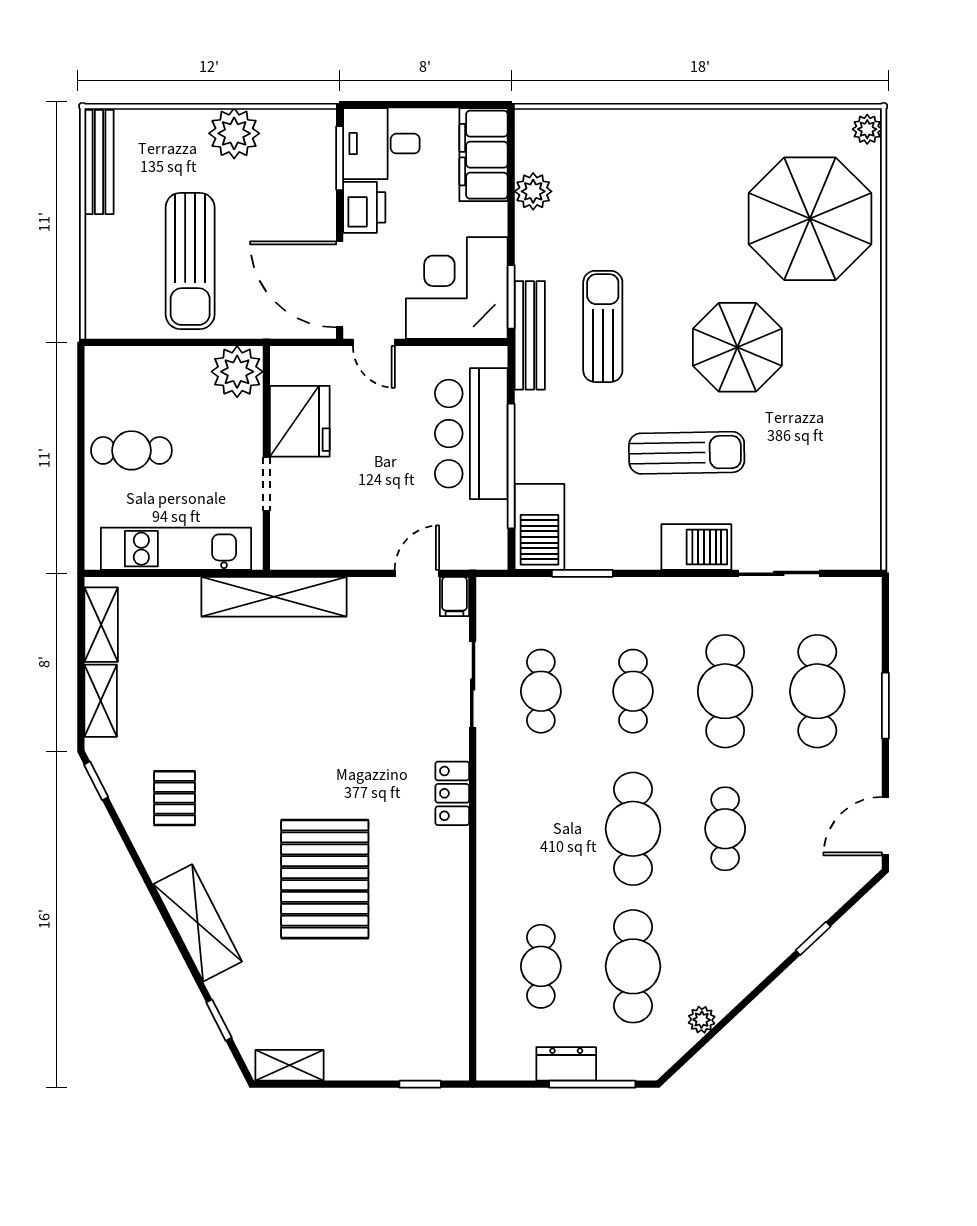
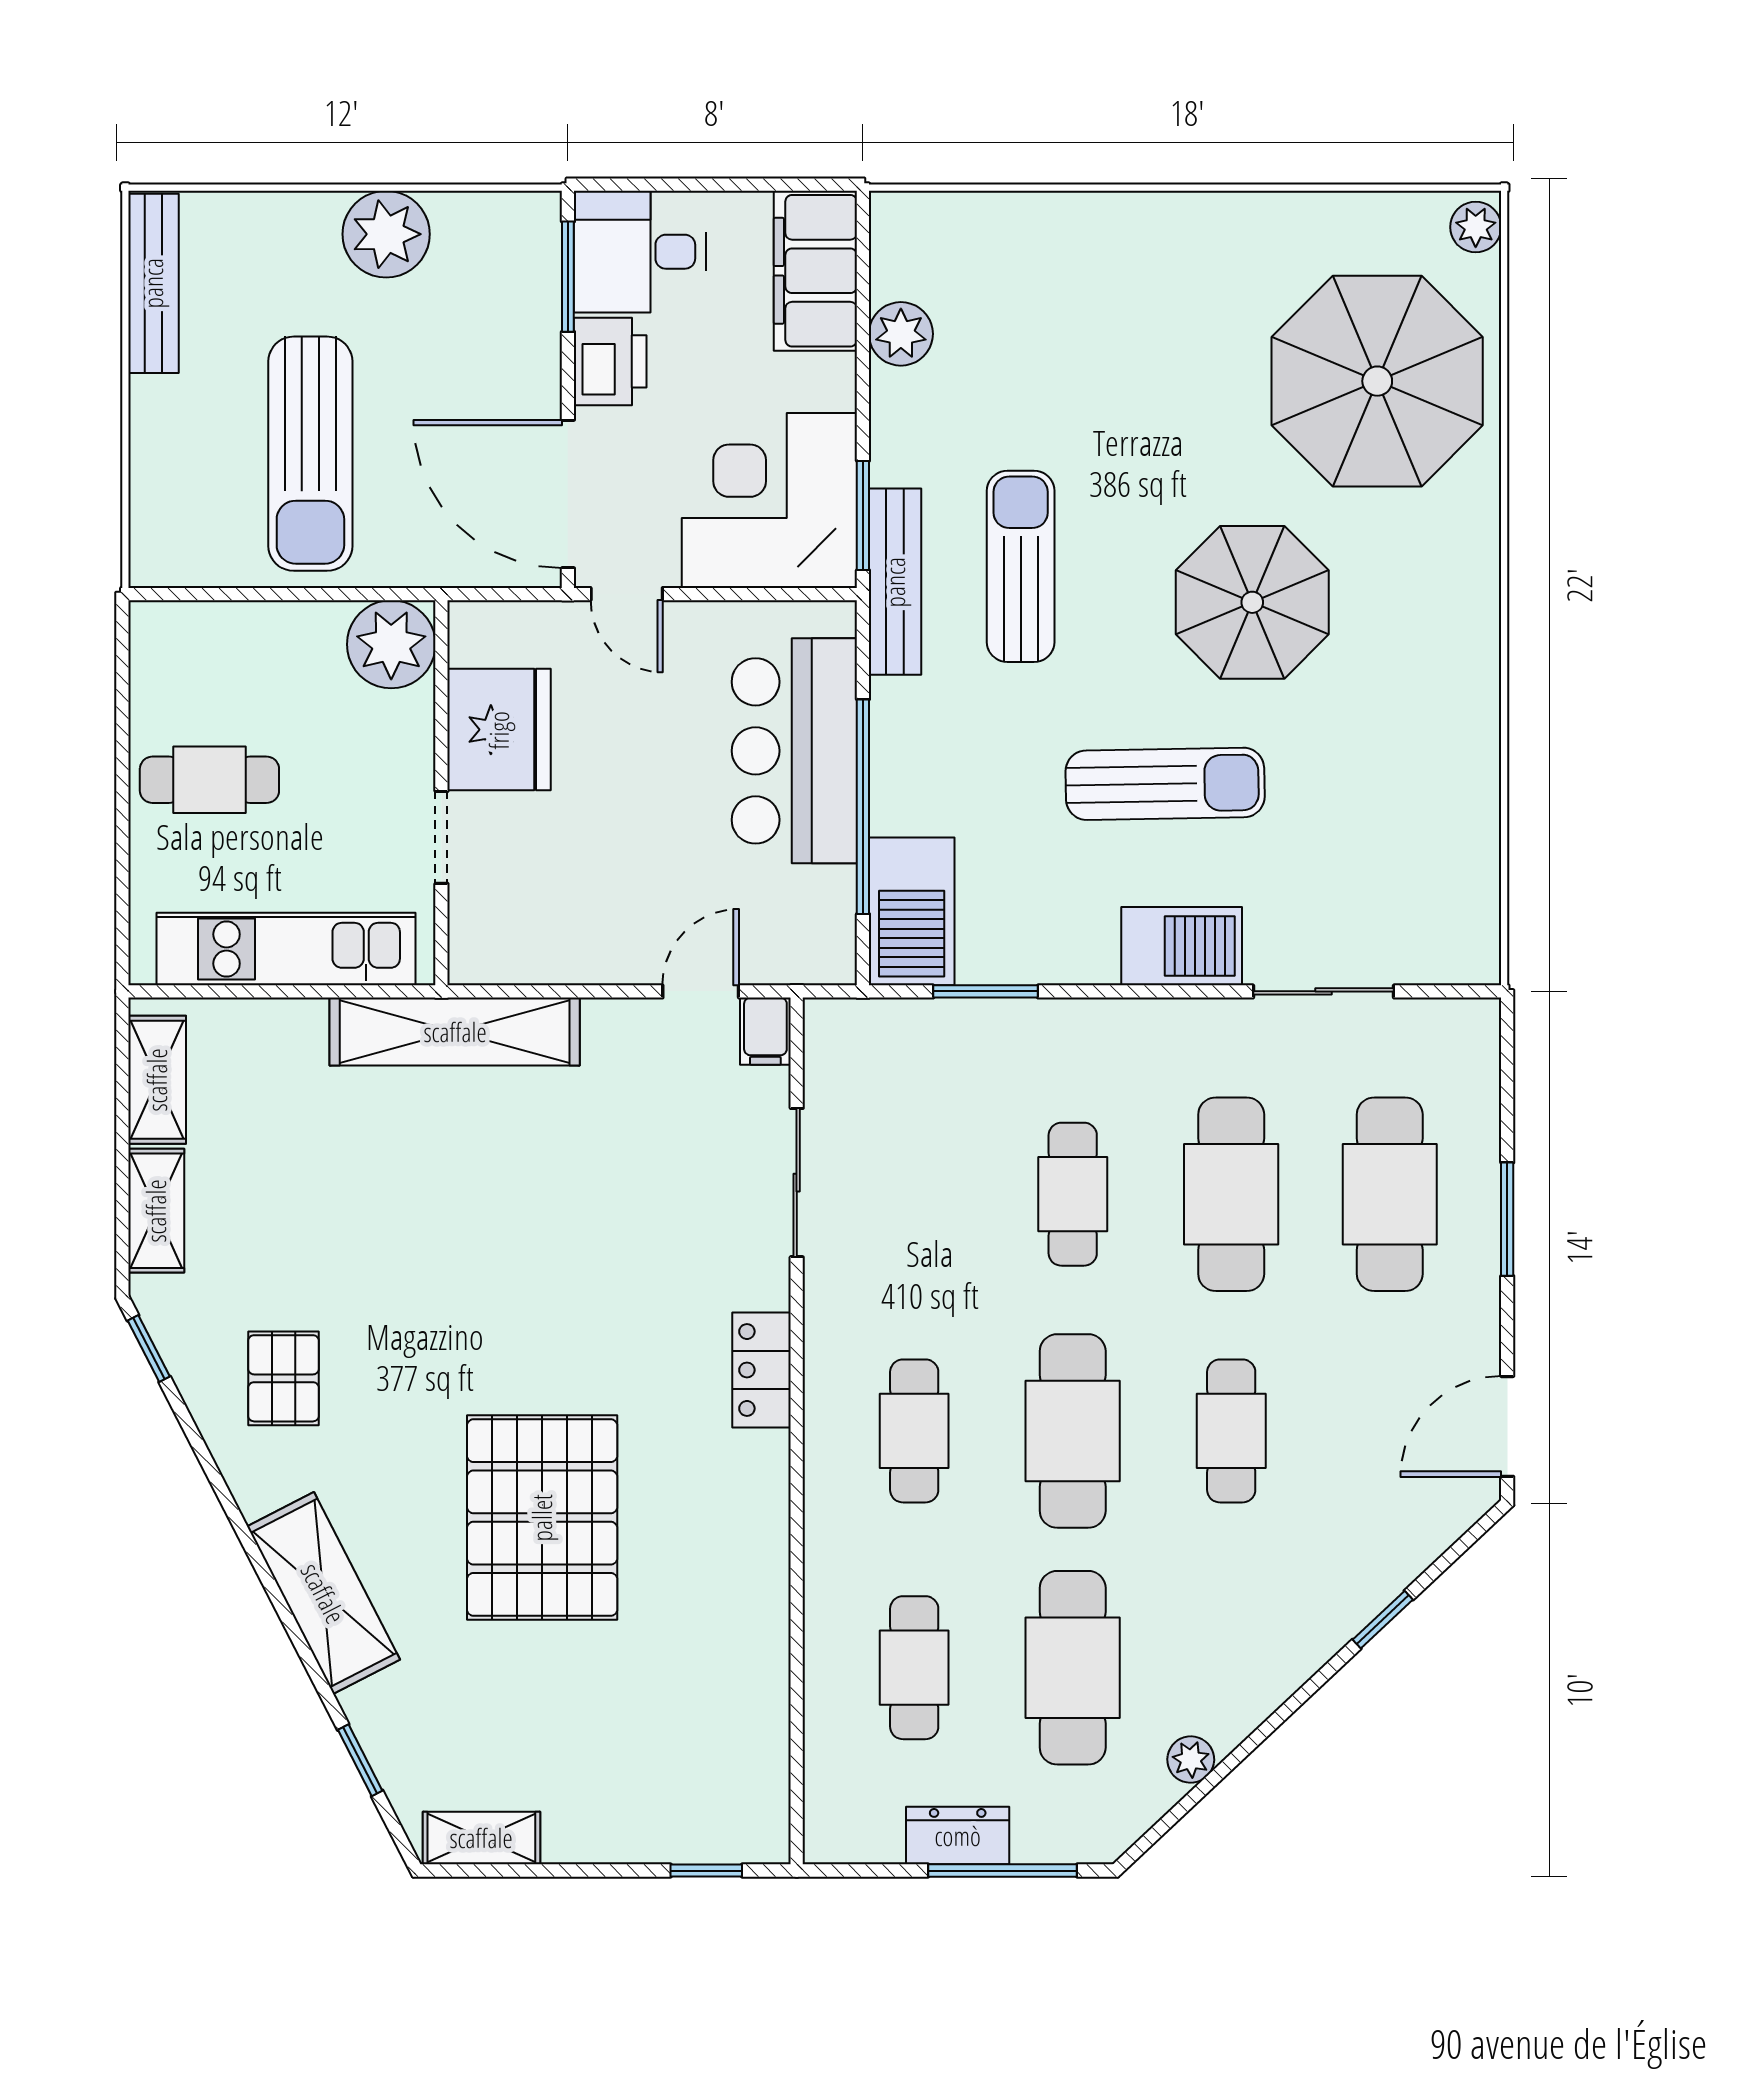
cafe table: (541, 691) -> (914, 1431), moved

